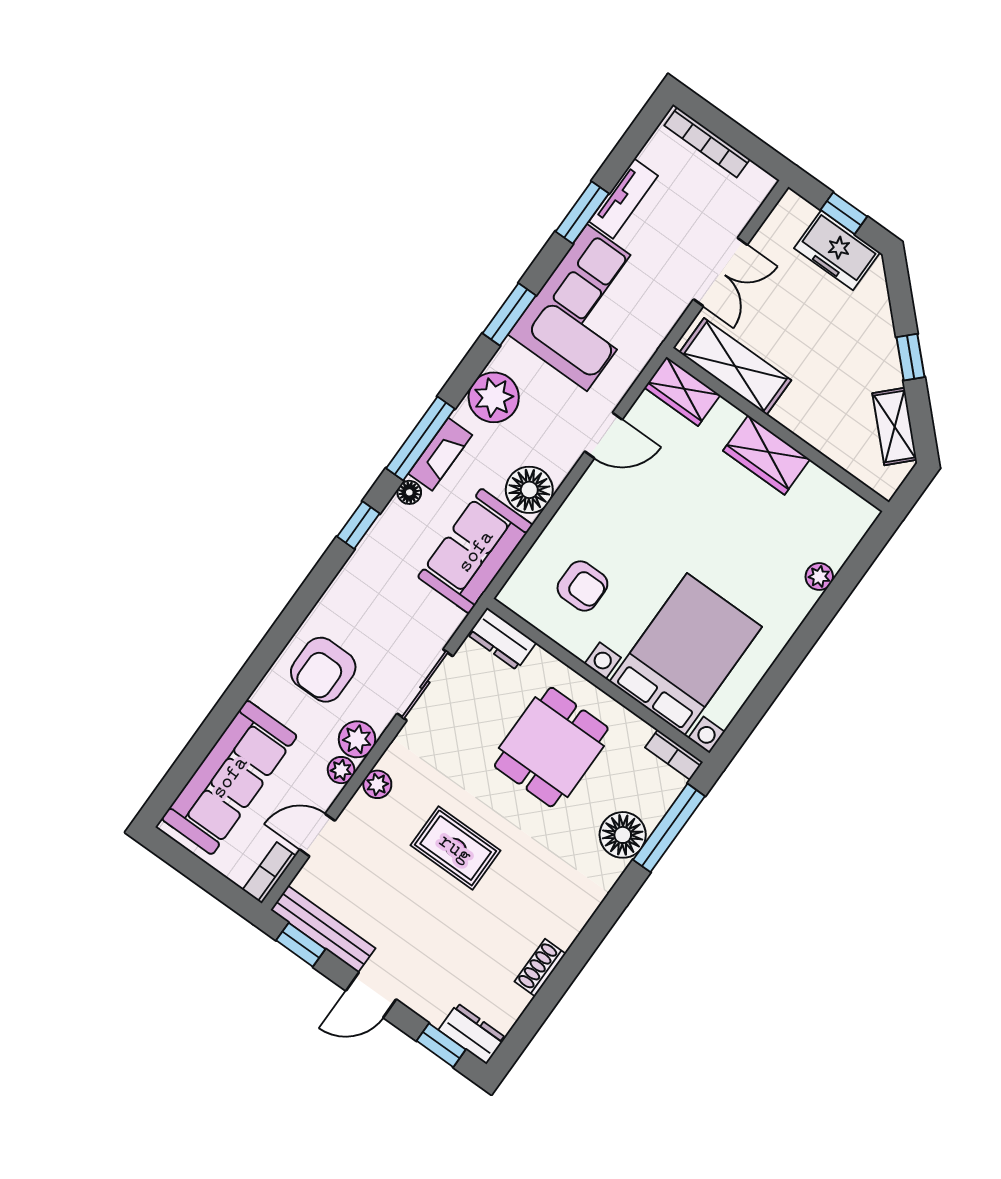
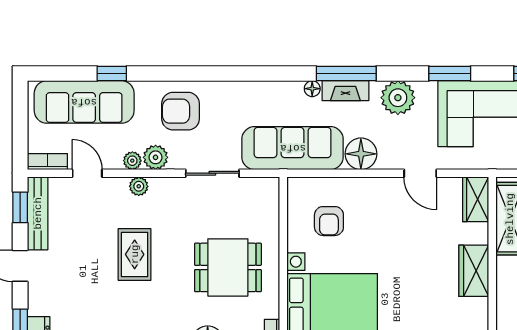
window: (358, 525) -> (112, 74), moved
sofa: (475, 551) -> (293, 148), width x1.36
dresser: (502, 639) -> (268, 197), removed

